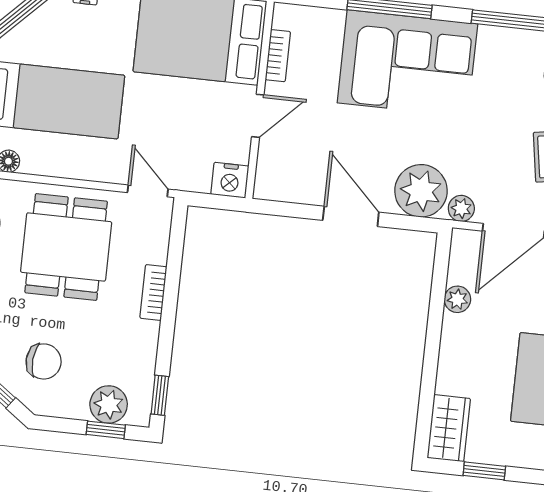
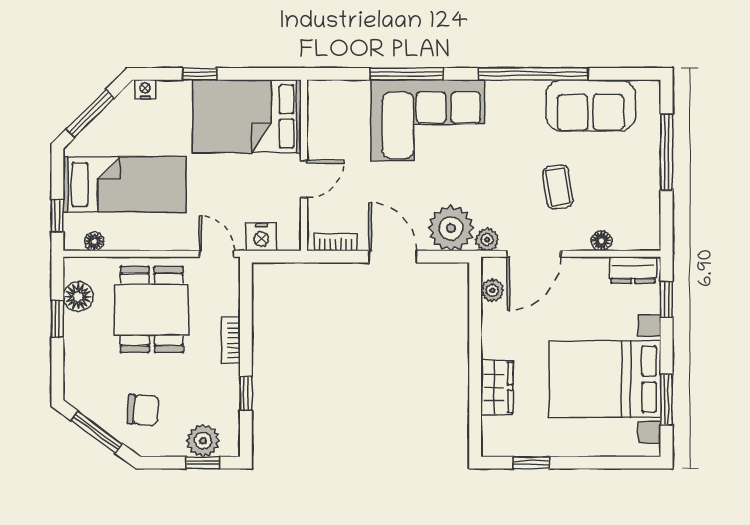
bookcase: (278, 56) -> (336, 242), moved, turned -90
nightstand: (230, 180) -> (261, 237), moved
plant: (457, 299) -> (492, 290), moved
window: (160, 395) -> (246, 394), moved
wardrobe: (449, 428) -> (497, 387), moved

